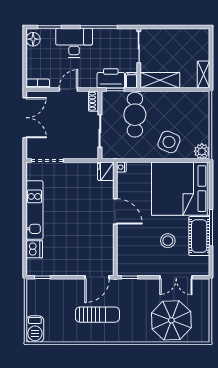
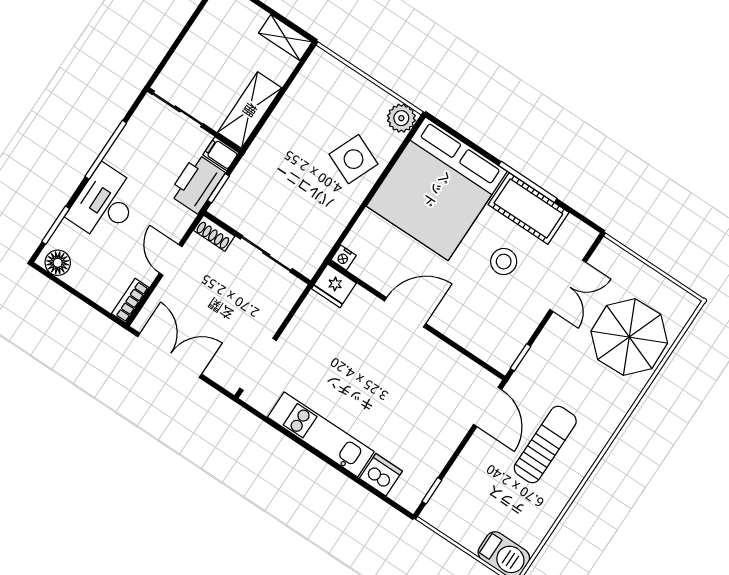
cafe table: (135, 115) -> (277, 184), removed

